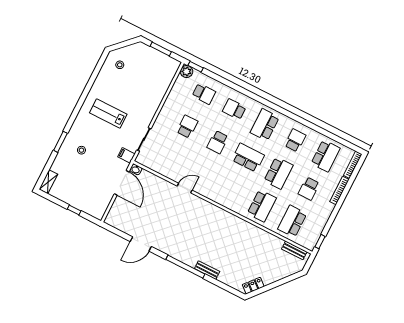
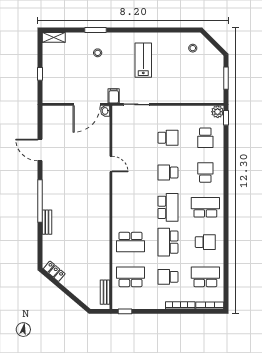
school desk: (326, 156) -> (205, 277), turned 180
school desk: (278, 173) -> (168, 242), turned 90

